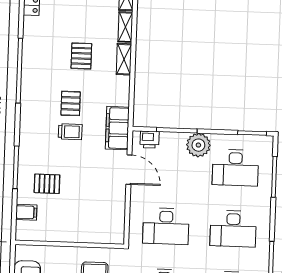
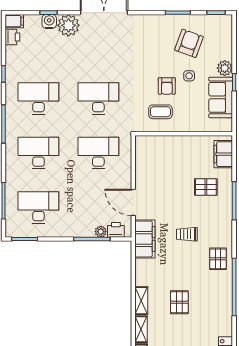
pallet: (71, 103) -> (218, 259), moved
plant: (198, 145) -> (101, 232), moved, width x0.53, depth x0.53
filing cabinet: (26, 212) -> (223, 154), width x2.00

